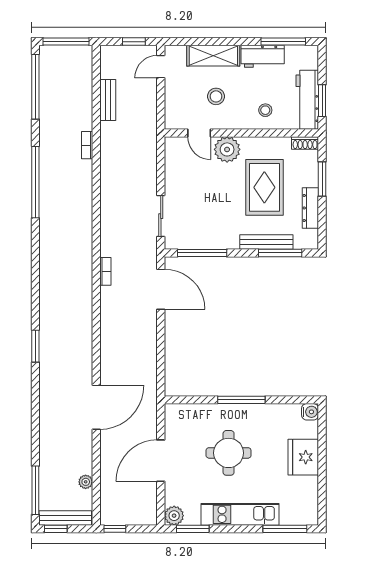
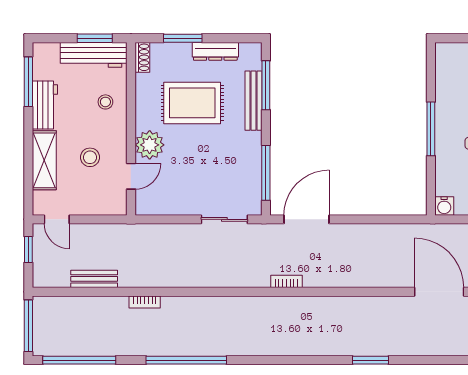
water cooler: (310, 412) -> (444, 206), moved, turned 180

